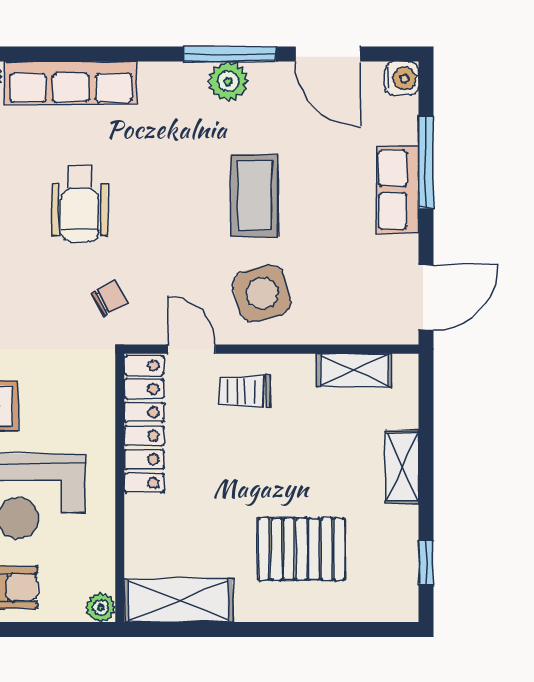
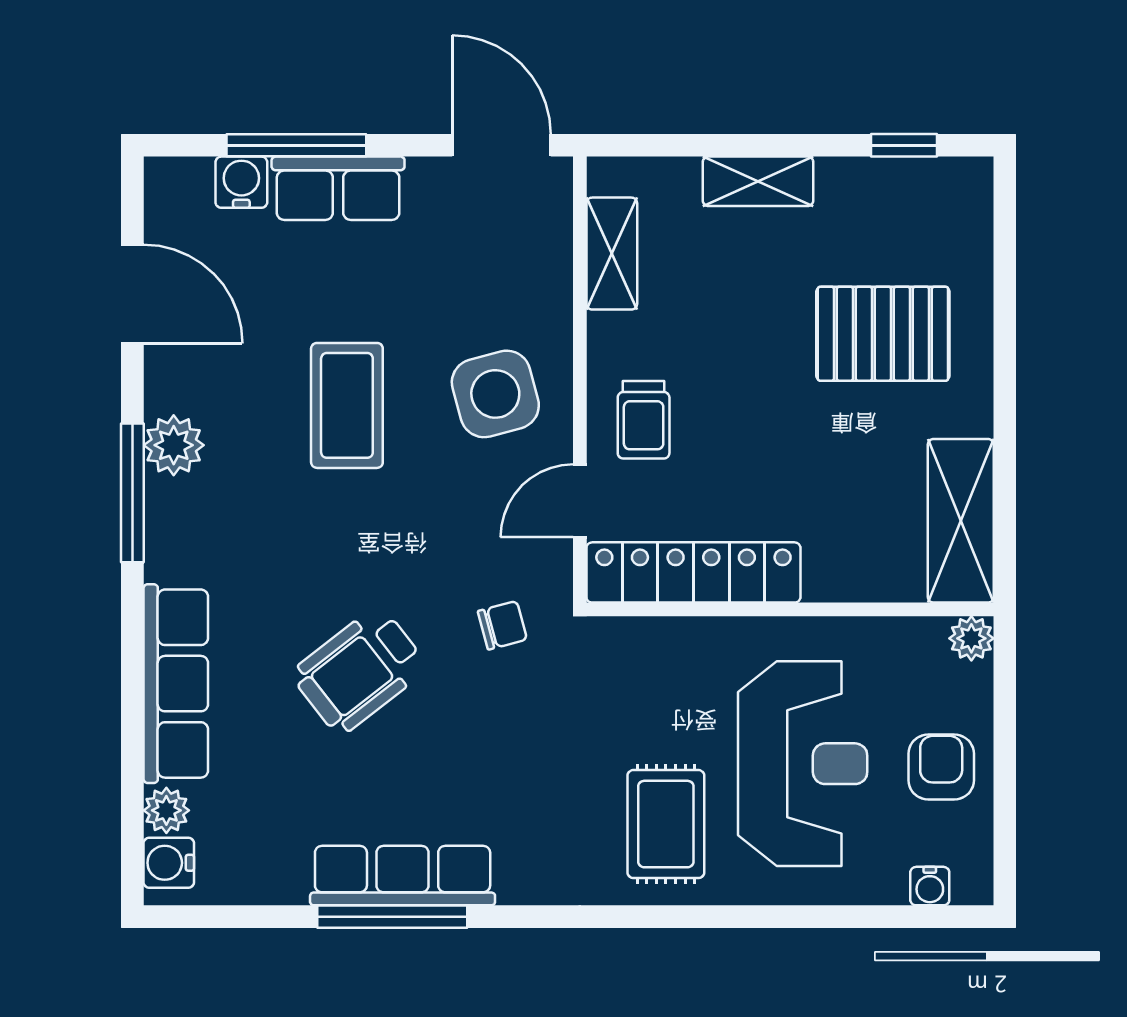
window: (230, 54) -> (132, 493), moved
door: (328, 54) -> (132, 294), hinge flipped
water cooler: (402, 78) -> (241, 182), moved
coffee table: (254, 196) -> (347, 405), turned 90
wheelchair: (79, 204) -> (359, 670), turned 142
chair: (109, 298) -> (502, 625), turned 103
pallet: (302, 549) -> (883, 334), turned 90

